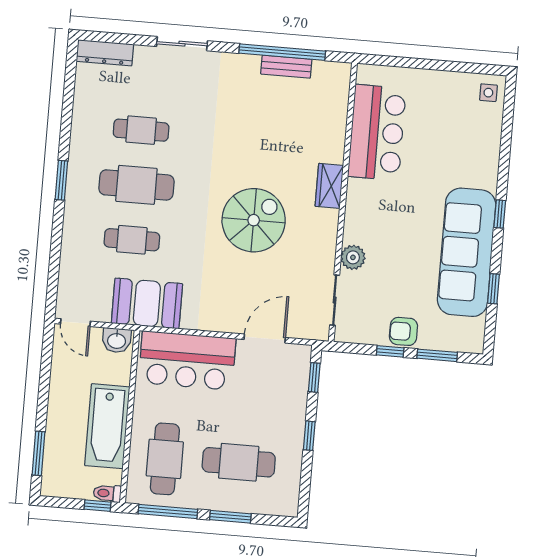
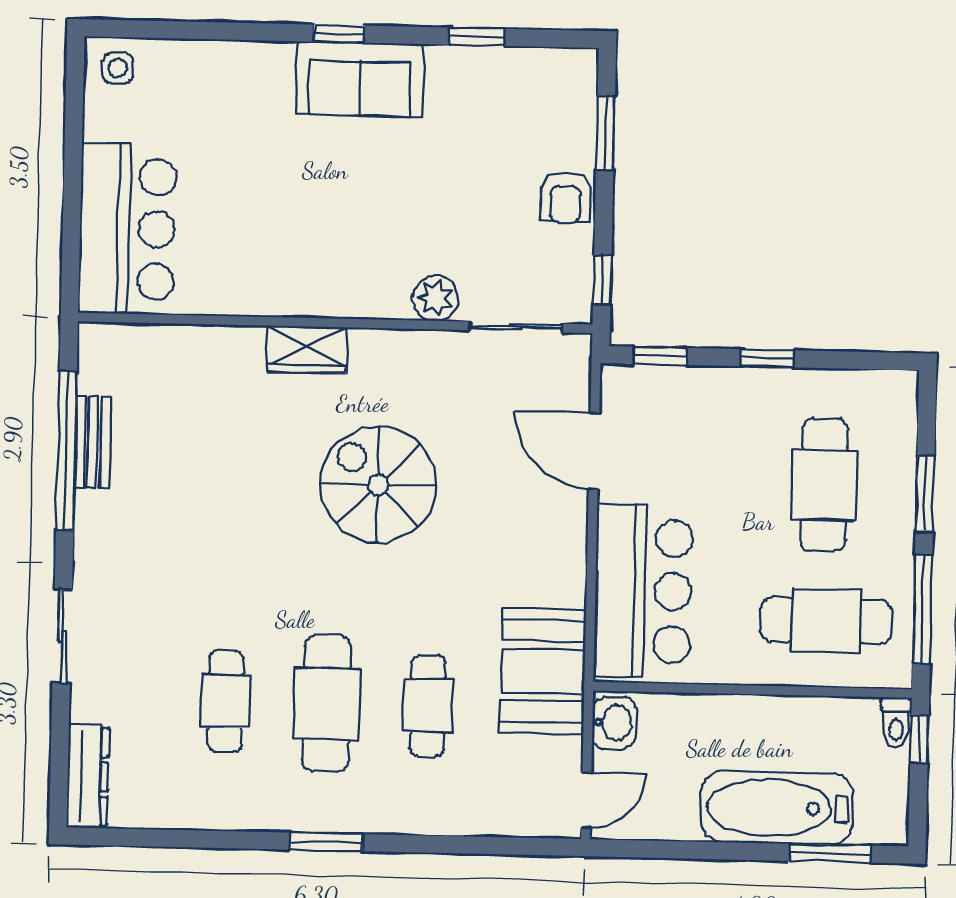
bar counter: (377, 132) -> (127, 229), moved, turned 90
sofa: (467, 252) -> (360, 79), width x0.54, depth x0.79
window: (390, 351) -> (602, 280), moved
bathtub: (107, 426) -> (777, 808), moved, turned 180

